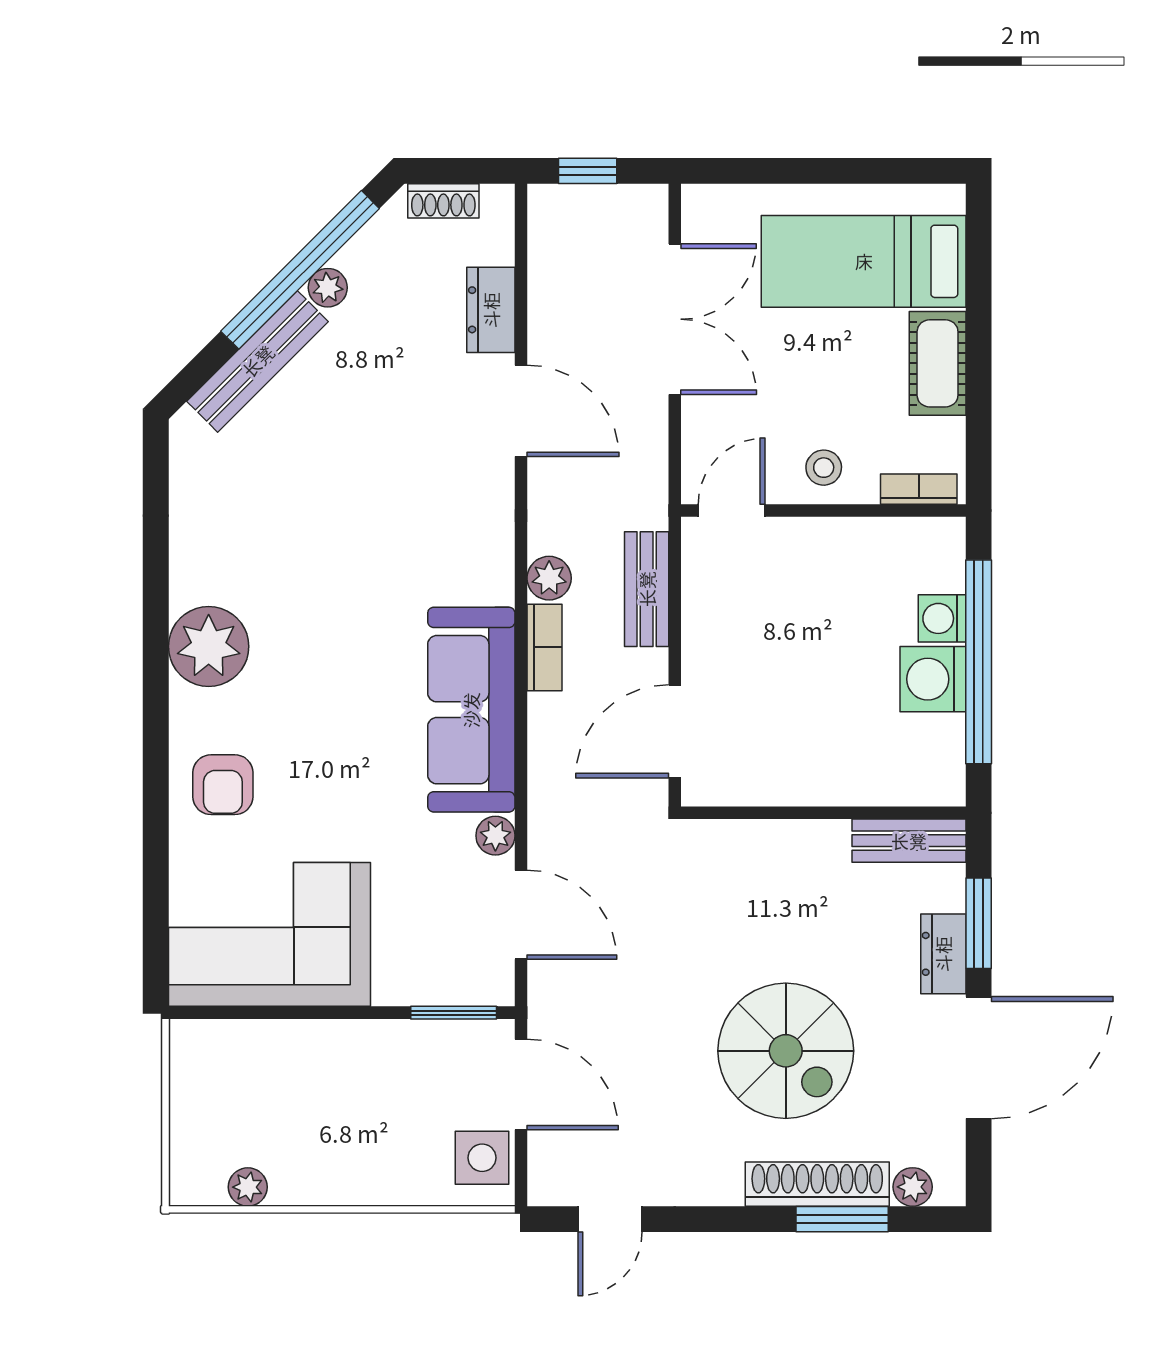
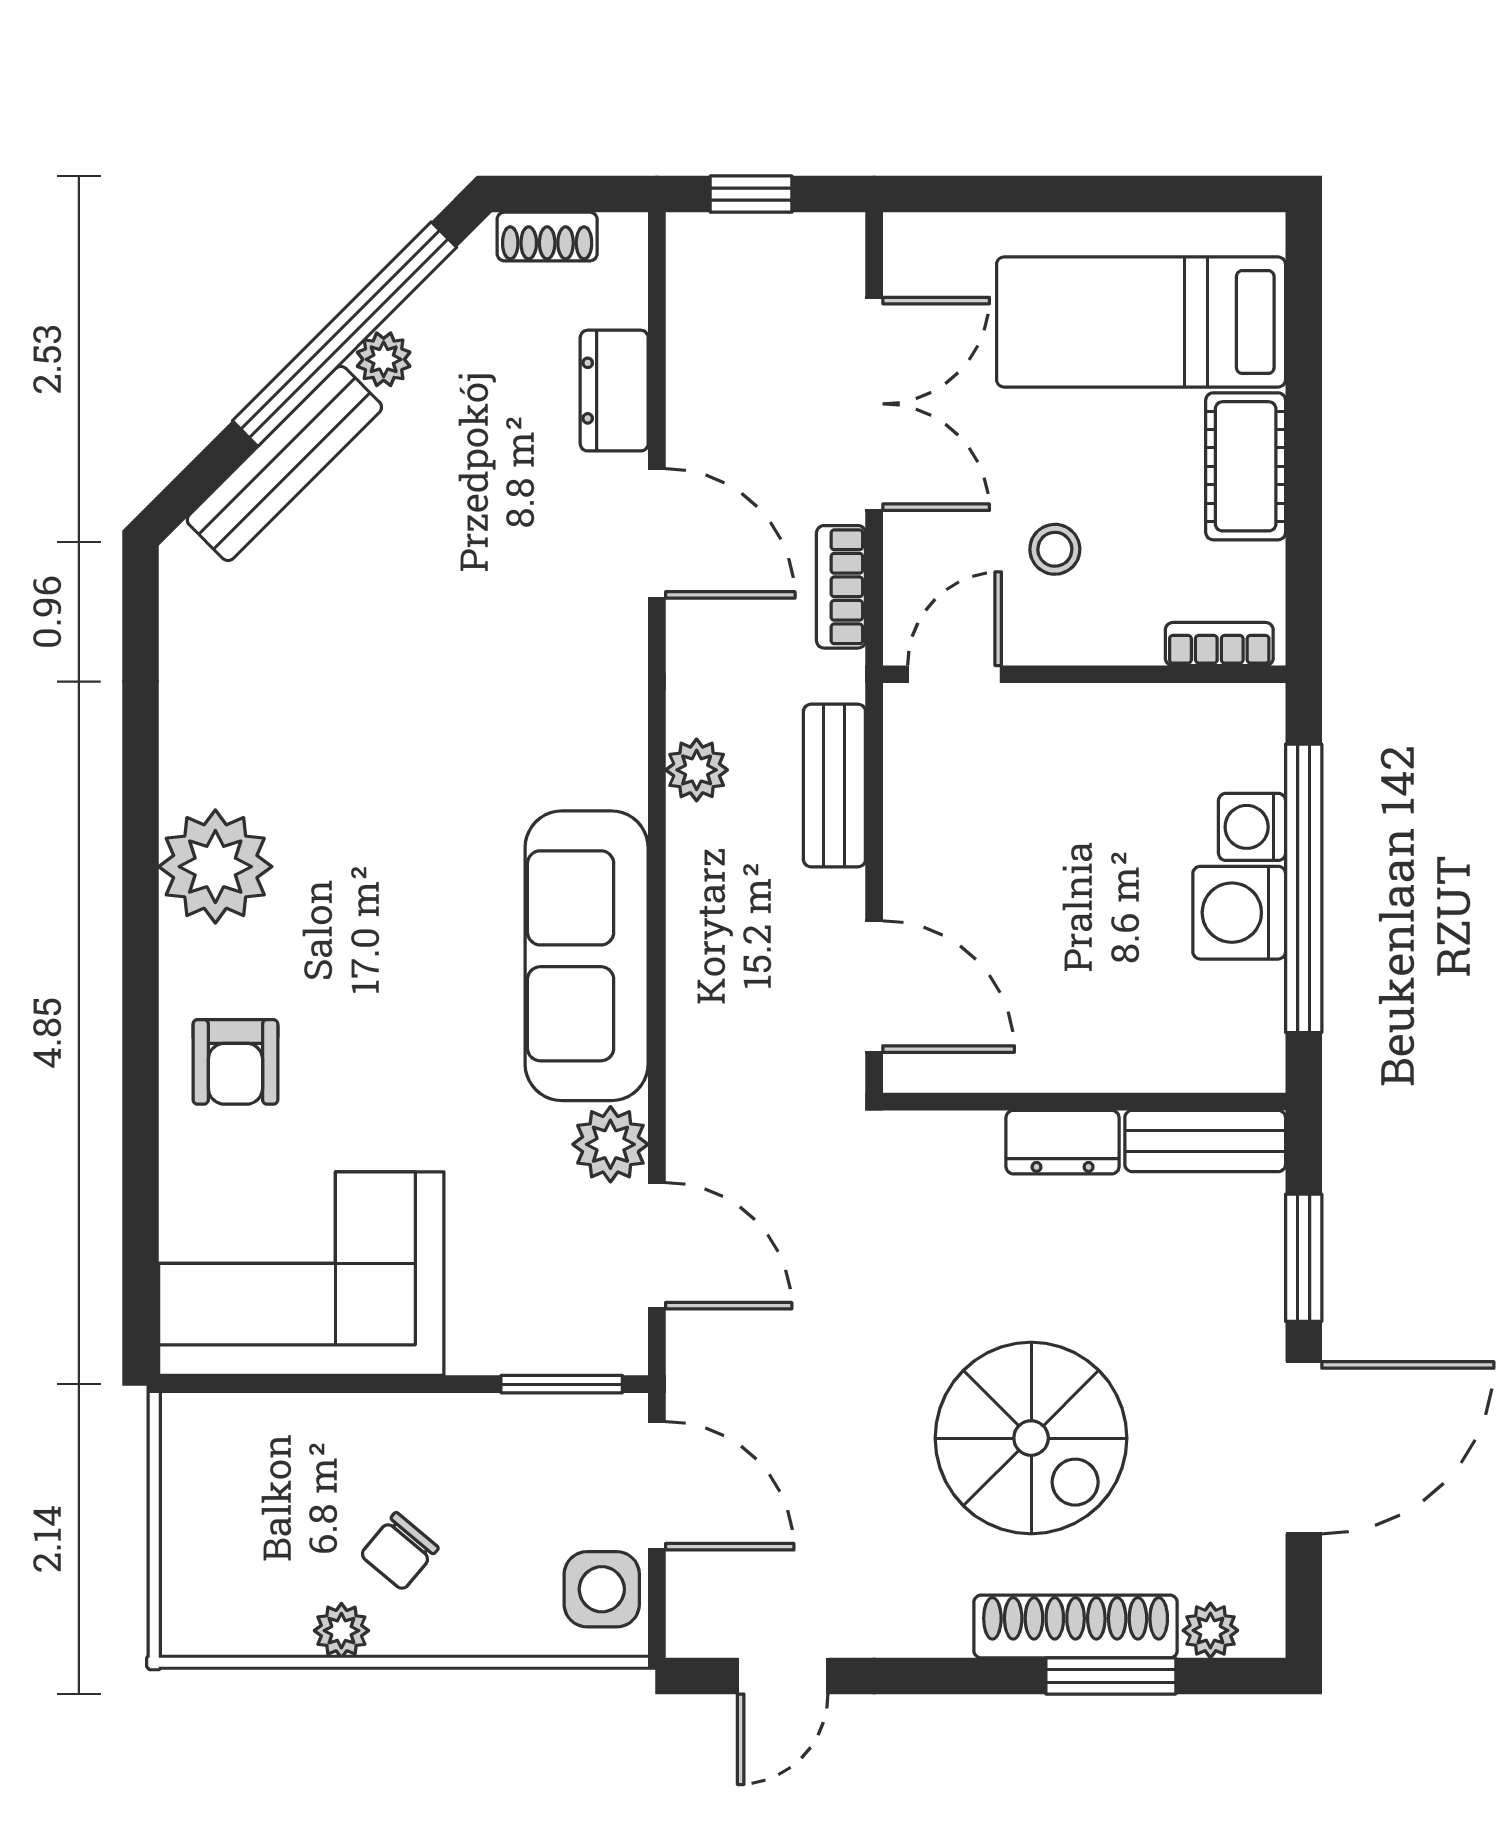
stool: (824, 468) -> (1055, 549), moved
bookcase: (545, 647) -> (841, 587), moved, turned 180
door: (675, 731) -> (874, 987), swing flipped
plant: (495, 836) -> (610, 1144), width x1.38, depth x1.38
dresser: (943, 954) -> (1063, 1142), moved, turned -90
chair: (339, 1131) -> (399, 1551), added
plant: (248, 1187) -> (341, 1631), moved

